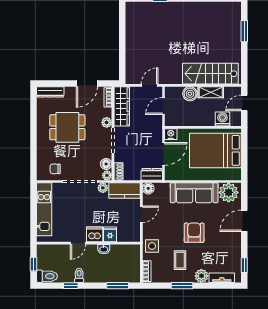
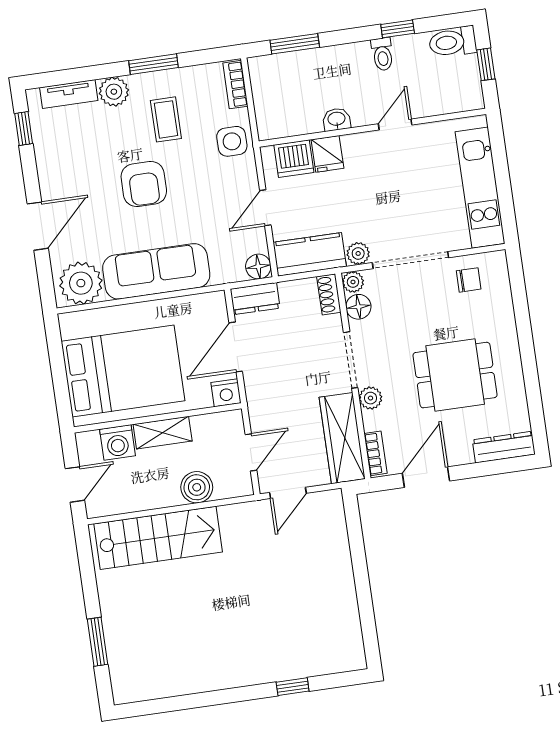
shelving: (211, 92) -> (163, 433), moved
dishwasher: (95, 234) -> (294, 159), moved

